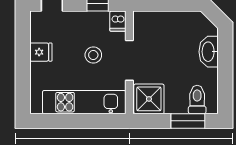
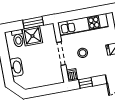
shower: (149, 99) -> (32, 36), moved
window: (188, 121) -> (33, 23), moved

